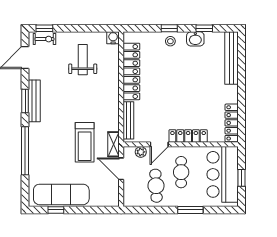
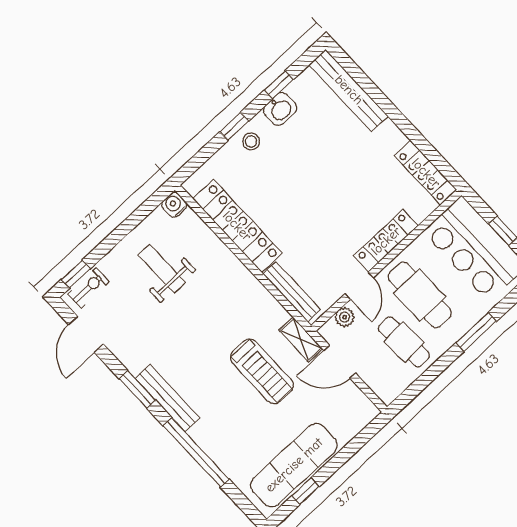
bench: (34, 101) -> (167, 398), moved
cafe table: (181, 172) -> (420, 295), width x1.37, depth x1.35

